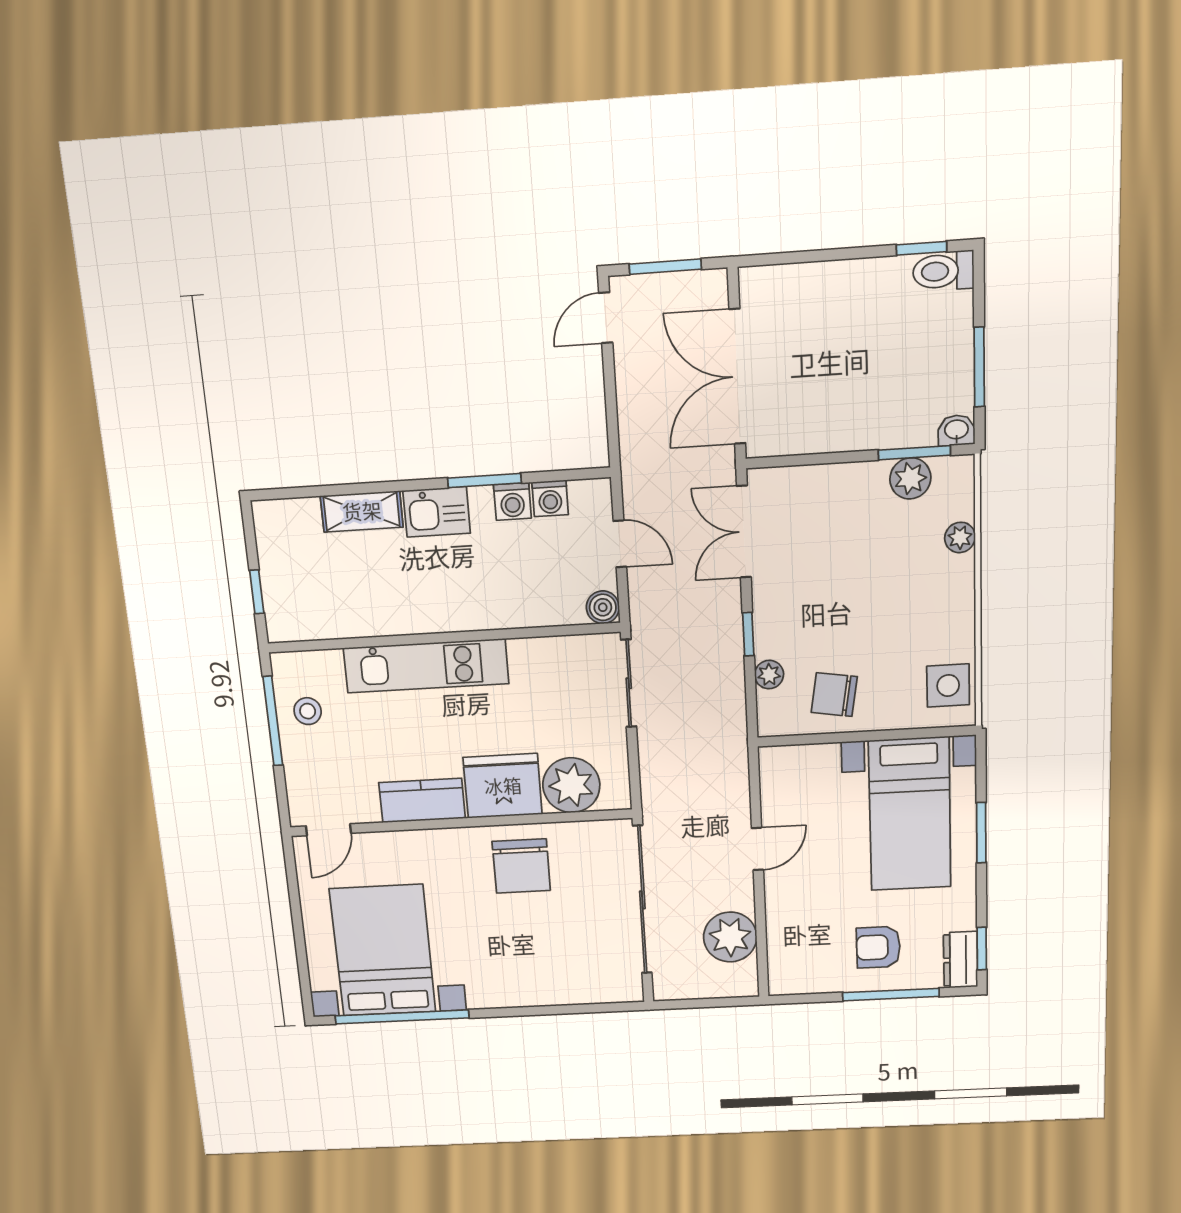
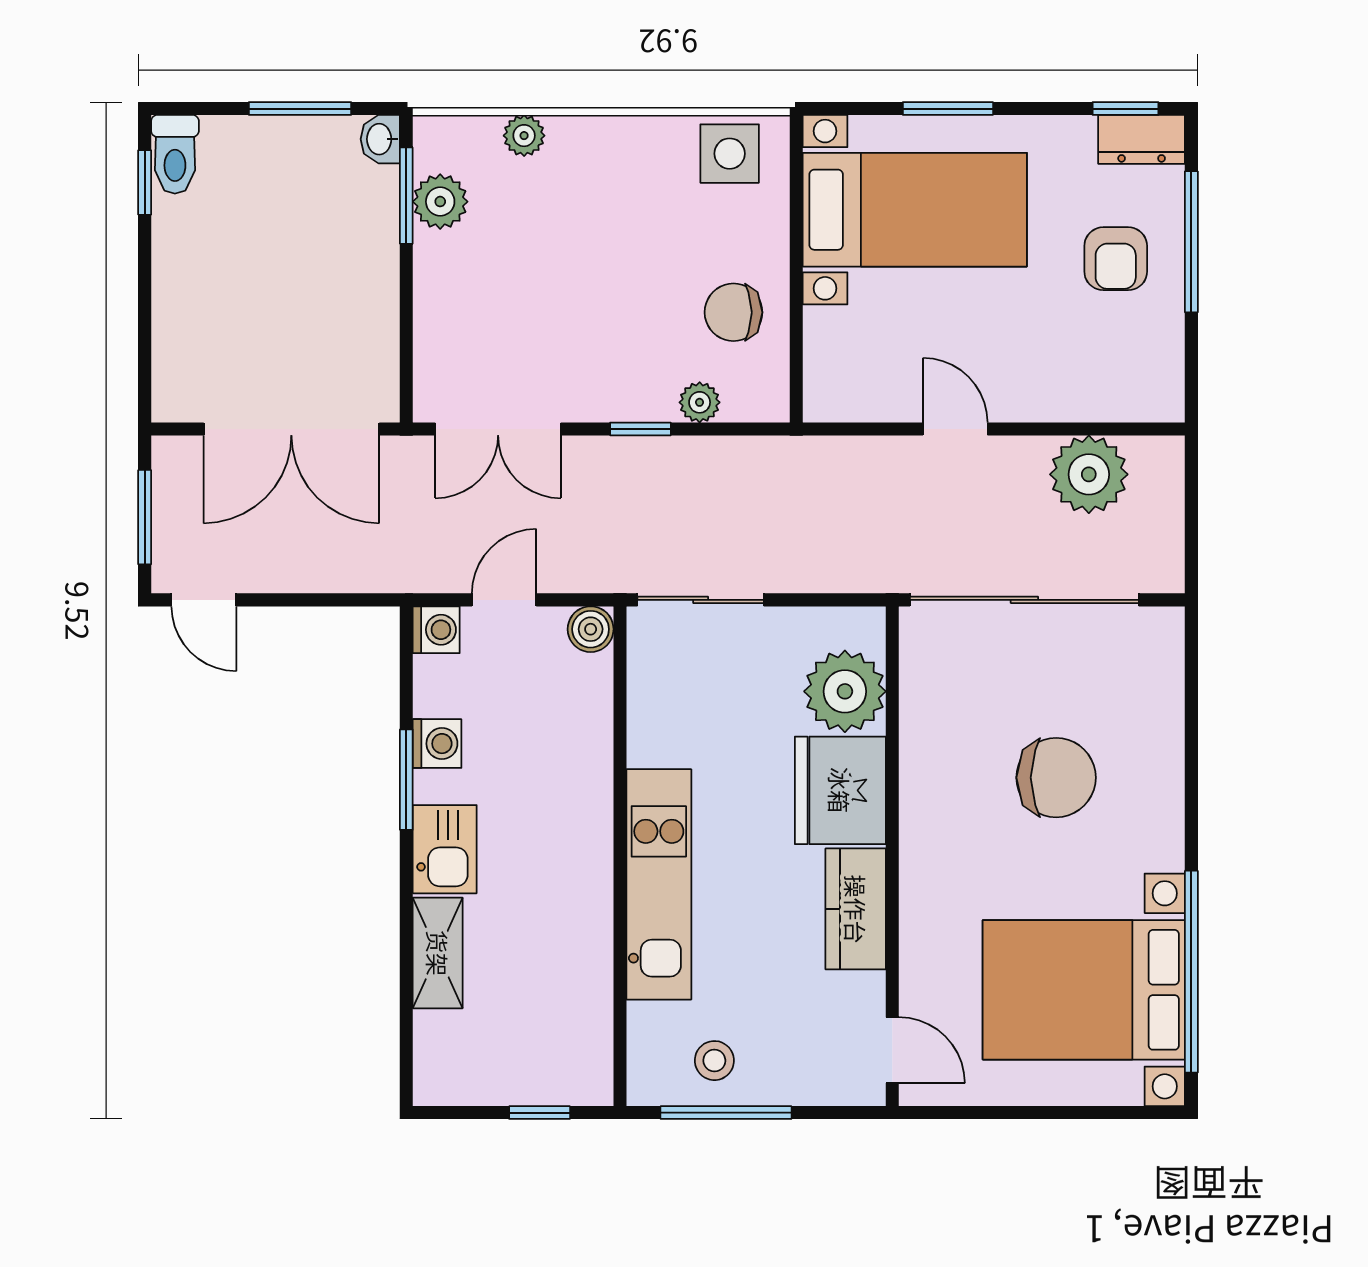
washing machine: (550, 498) -> (436, 630), moved
chair: (834, 695) -> (733, 312), turned 81
chair: (521, 866) -> (1056, 778), moved

